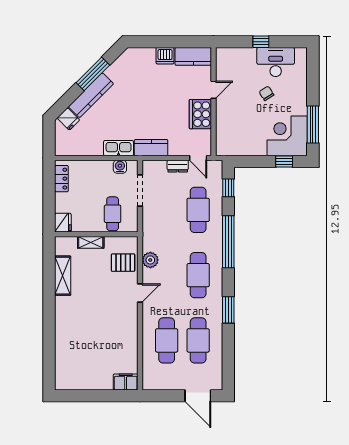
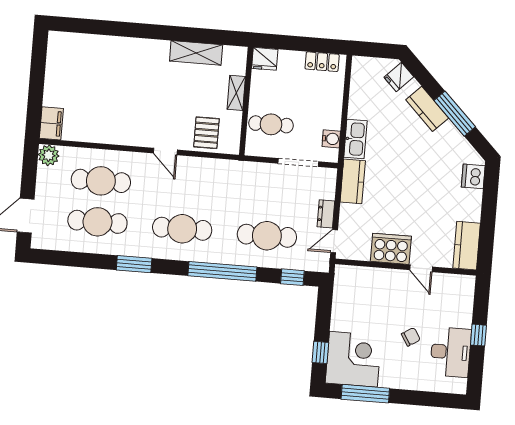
dishwasher: (165, 56) -> (473, 176), moved
kitchen counter: (91, 95) -> (427, 109), width x0.67
plant: (150, 260) -> (49, 155), moved

